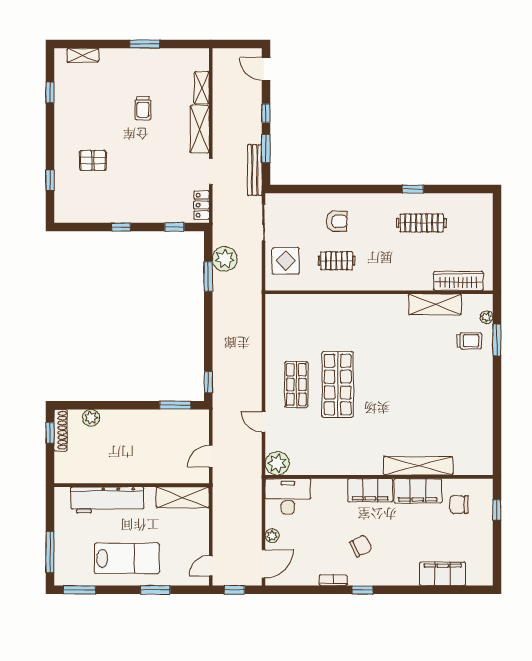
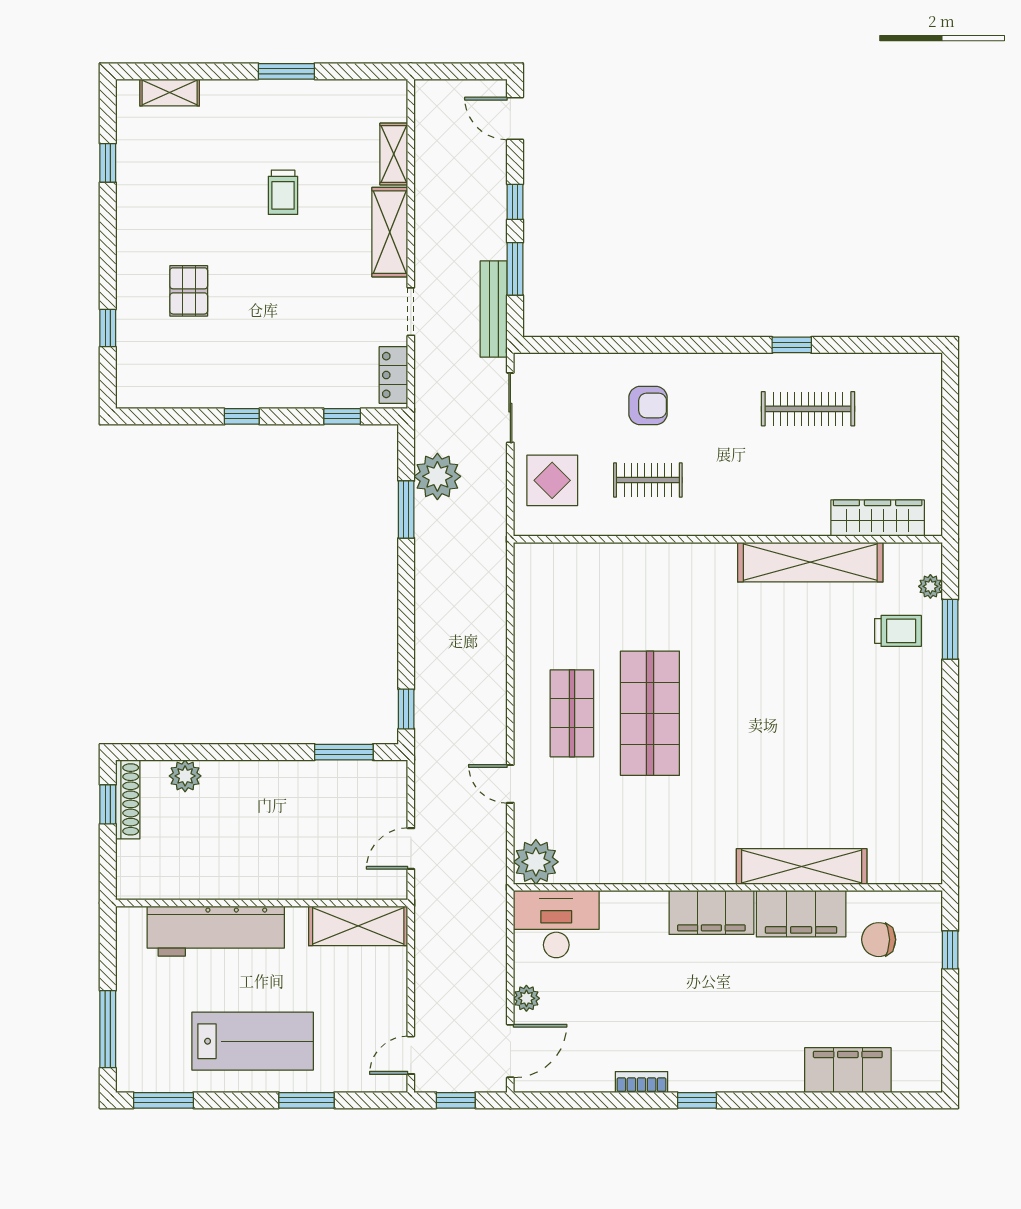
pallet: (93, 160) -> (189, 291), turned 90
shelving: (435, 304) -> (810, 562), width x1.47
chair: (361, 546) -> (694, 1017), removed

